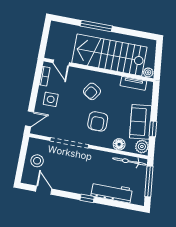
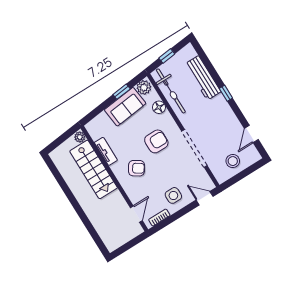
window: (96, 26) -> (81, 213), removed
stairs: (109, 55) -> (94, 169), width x0.73, depth x0.66
tv unit: (133, 83) -> (106, 151), moved
bicycle: (129, 161) -> (171, 91), width x1.37, depth x1.40
window: (149, 181) -> (167, 56), width x0.46

